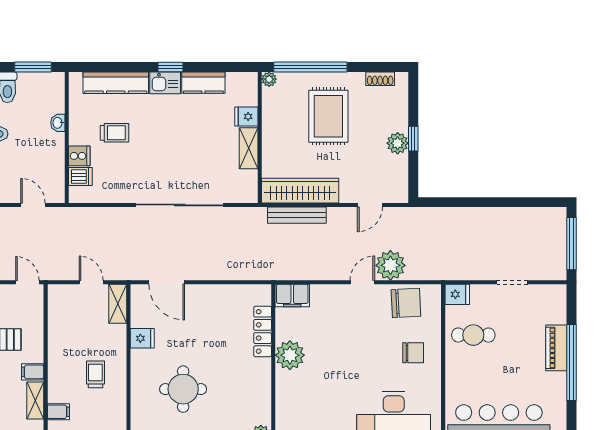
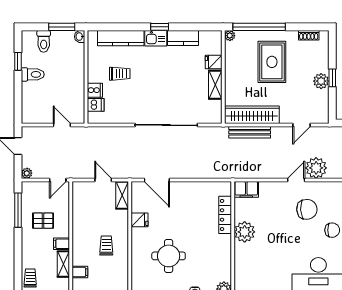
washbasin: (58, 123) -> (80, 37), moved
door: (27, 282) -> (58, 180), swing flipped
chair: (406, 303) -> (307, 209), moved

